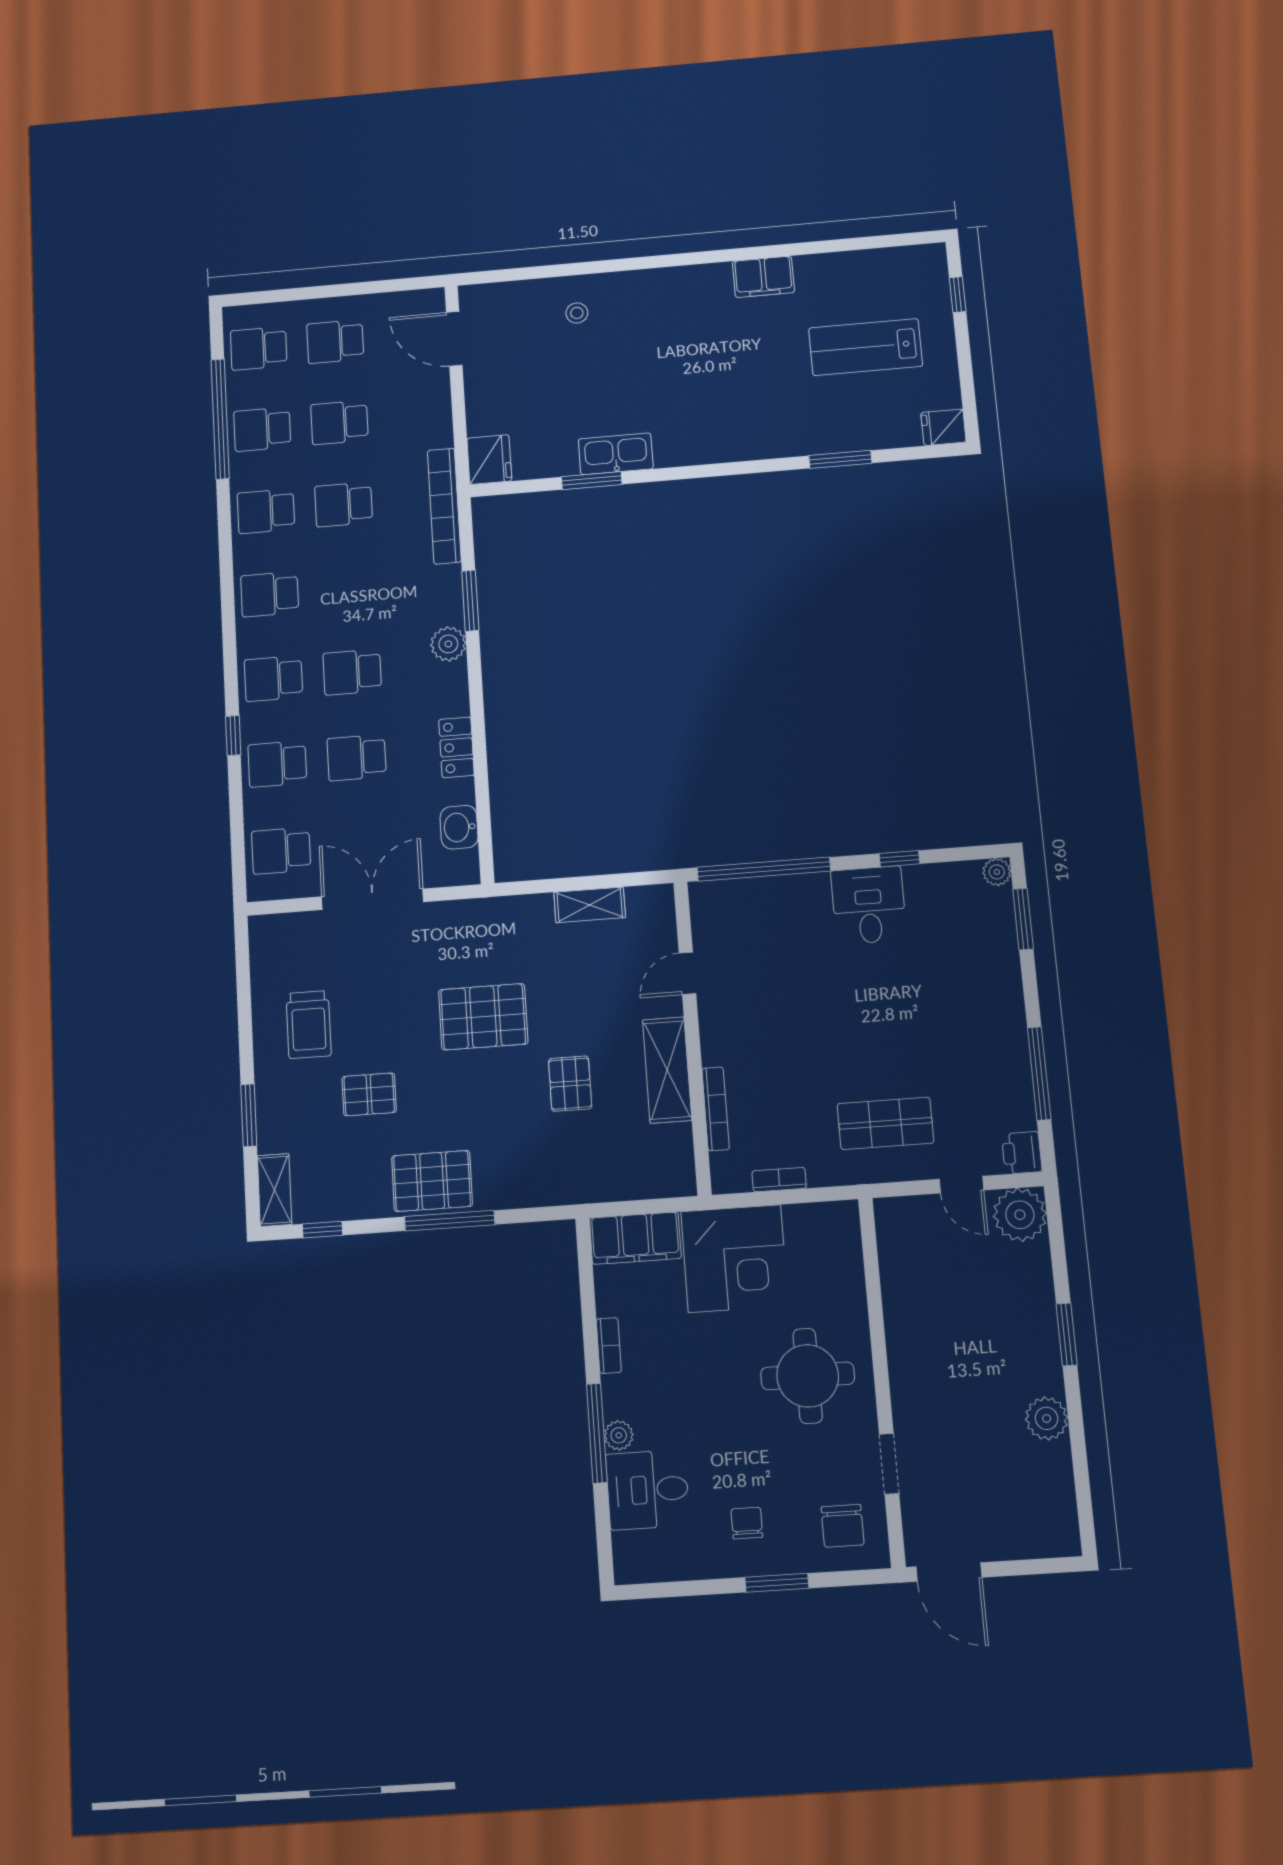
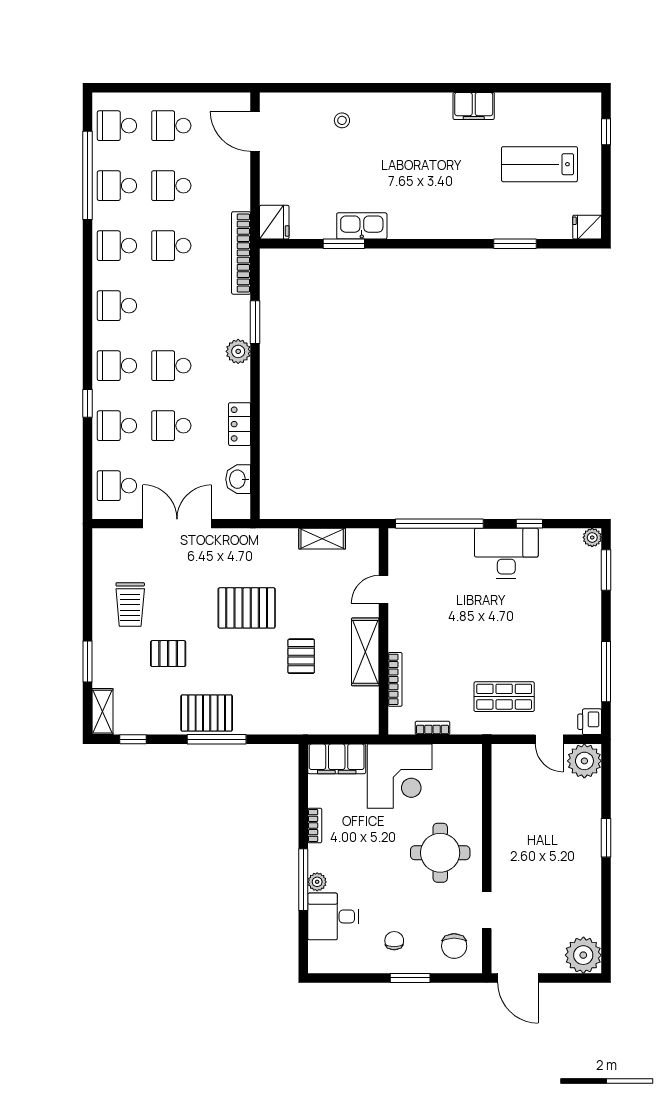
desk: (869, 905) -> (506, 553), width x1.37
plant: (1047, 1418) -> (583, 955), moved, width x1.36, depth x1.36

